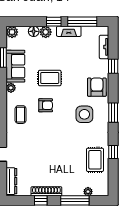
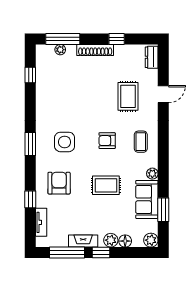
armchair: (97, 87) -> (59, 183), moved, turned 180
armchair: (46, 105) -> (107, 141), moved
window: (113, 152) -> (30, 75), moved
rug: (95, 160) -> (128, 96), moved
dresser: (11, 181) -> (152, 57), width x0.70
shoe rack: (46, 191) -> (95, 50), moved
window: (75, 200) -> (63, 39), moved

